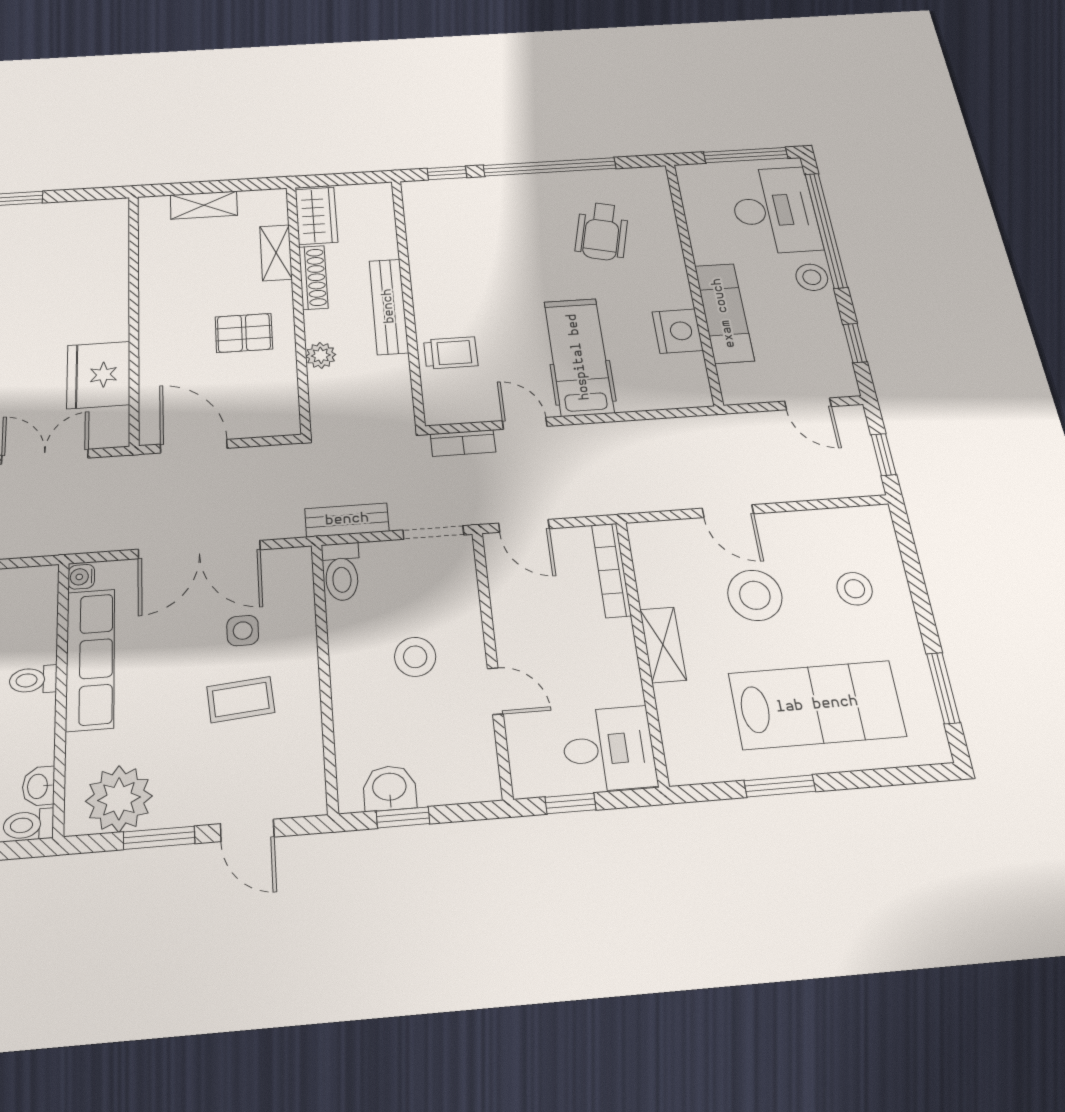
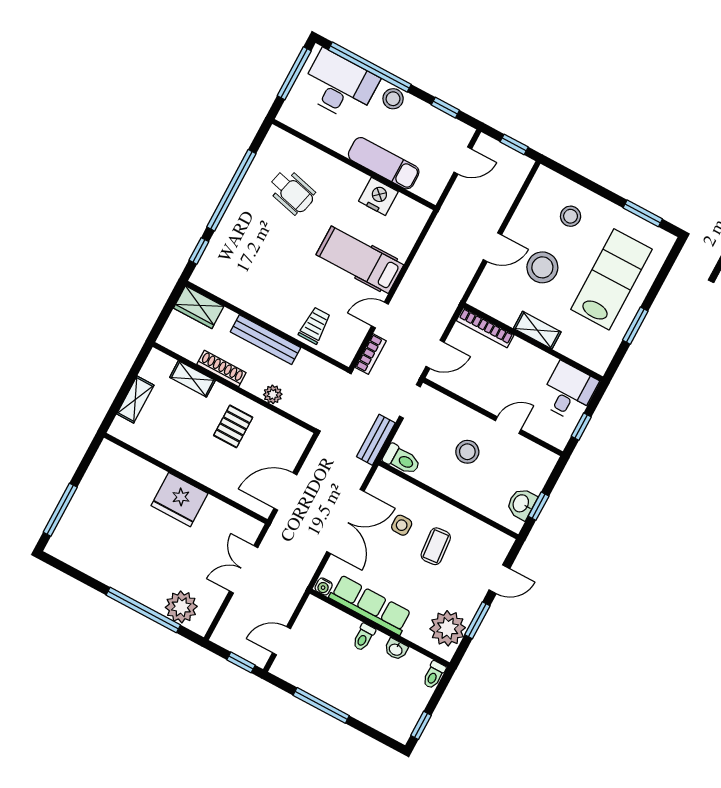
wardrobe: (316, 216) -> (199, 307), moved, turned 180
fridge: (98, 375) -> (180, 500), moved
washbasin: (38, 786) -> (396, 649), moved

